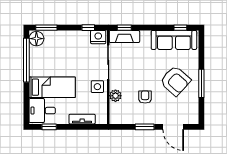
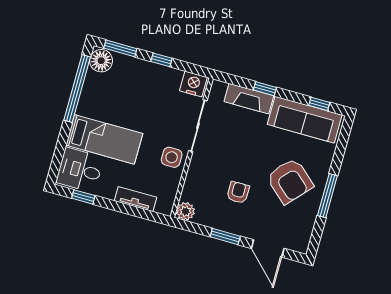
window: (88, 28) -> (161, 60), moved
window: (124, 28) -> (265, 89), moved
fireplace: (124, 37) -> (249, 99), moved
plant: (115, 96) -> (185, 211), moved

